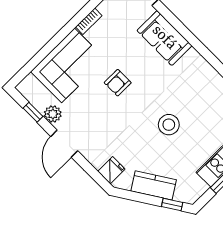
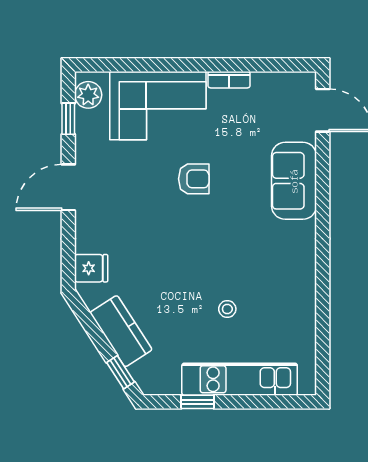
armchair: (118, 83) -> (194, 179), turned 180
plant: (53, 114) -> (88, 95), moved
stool: (169, 125) -> (227, 309), moved, width x0.53, depth x0.53

